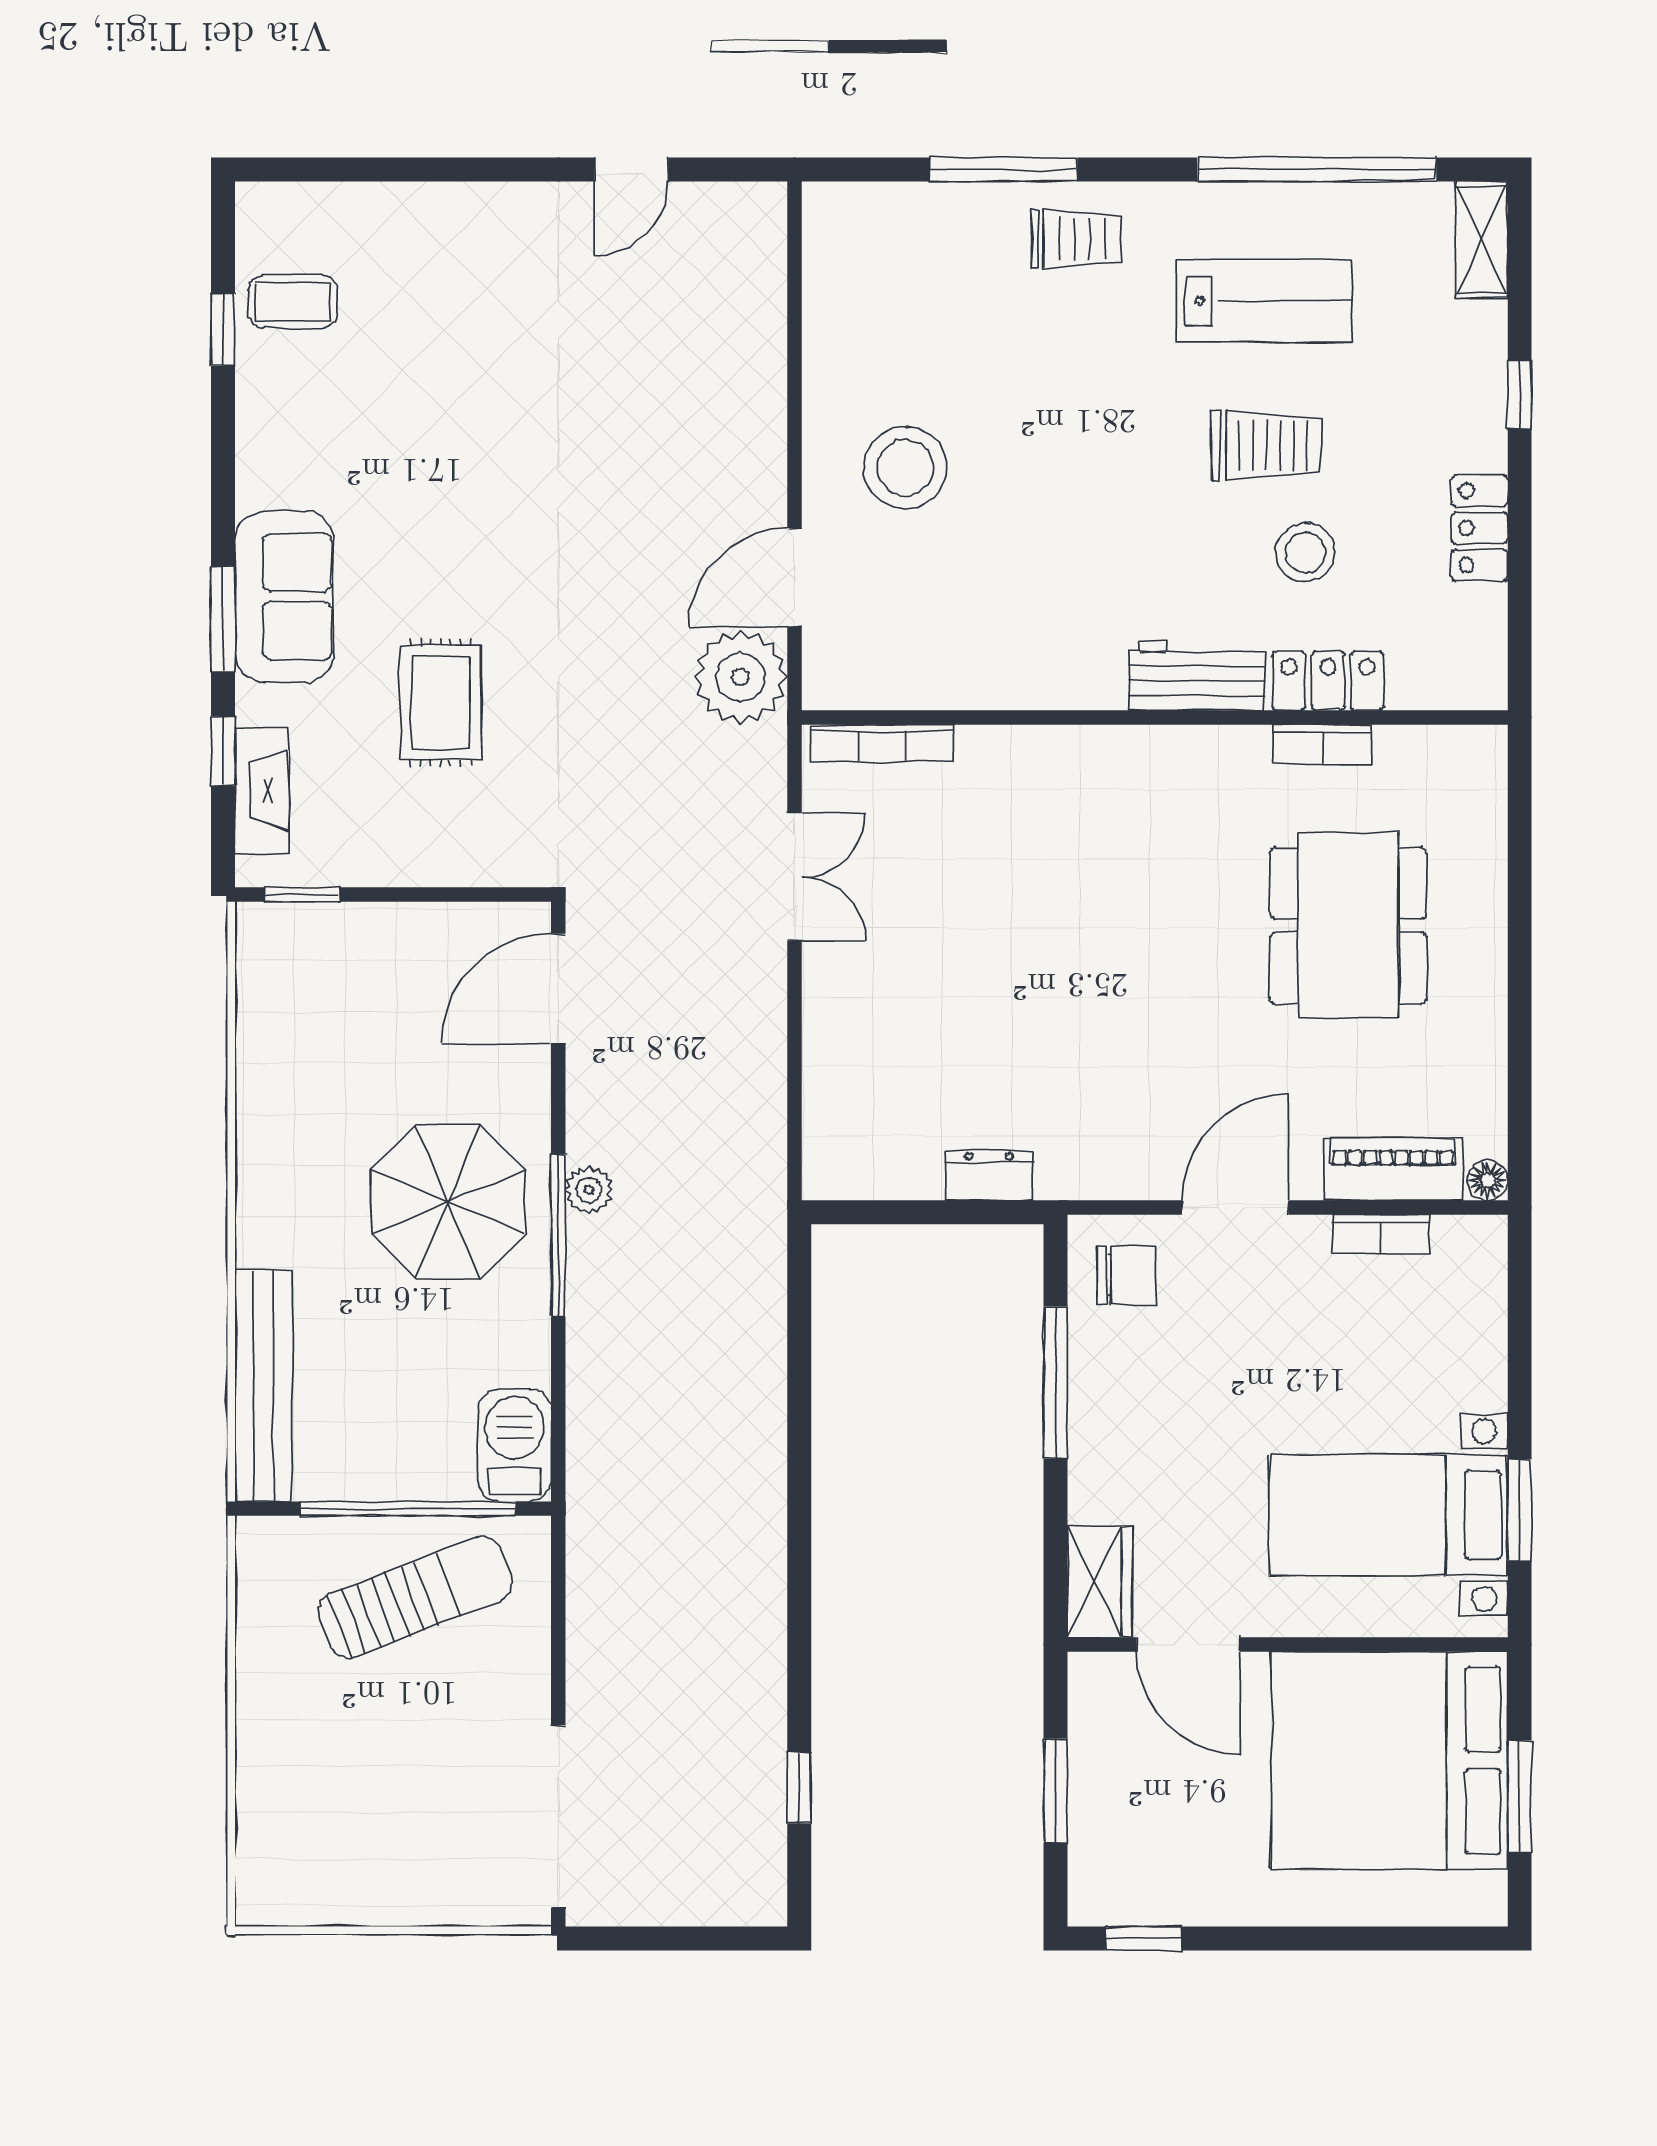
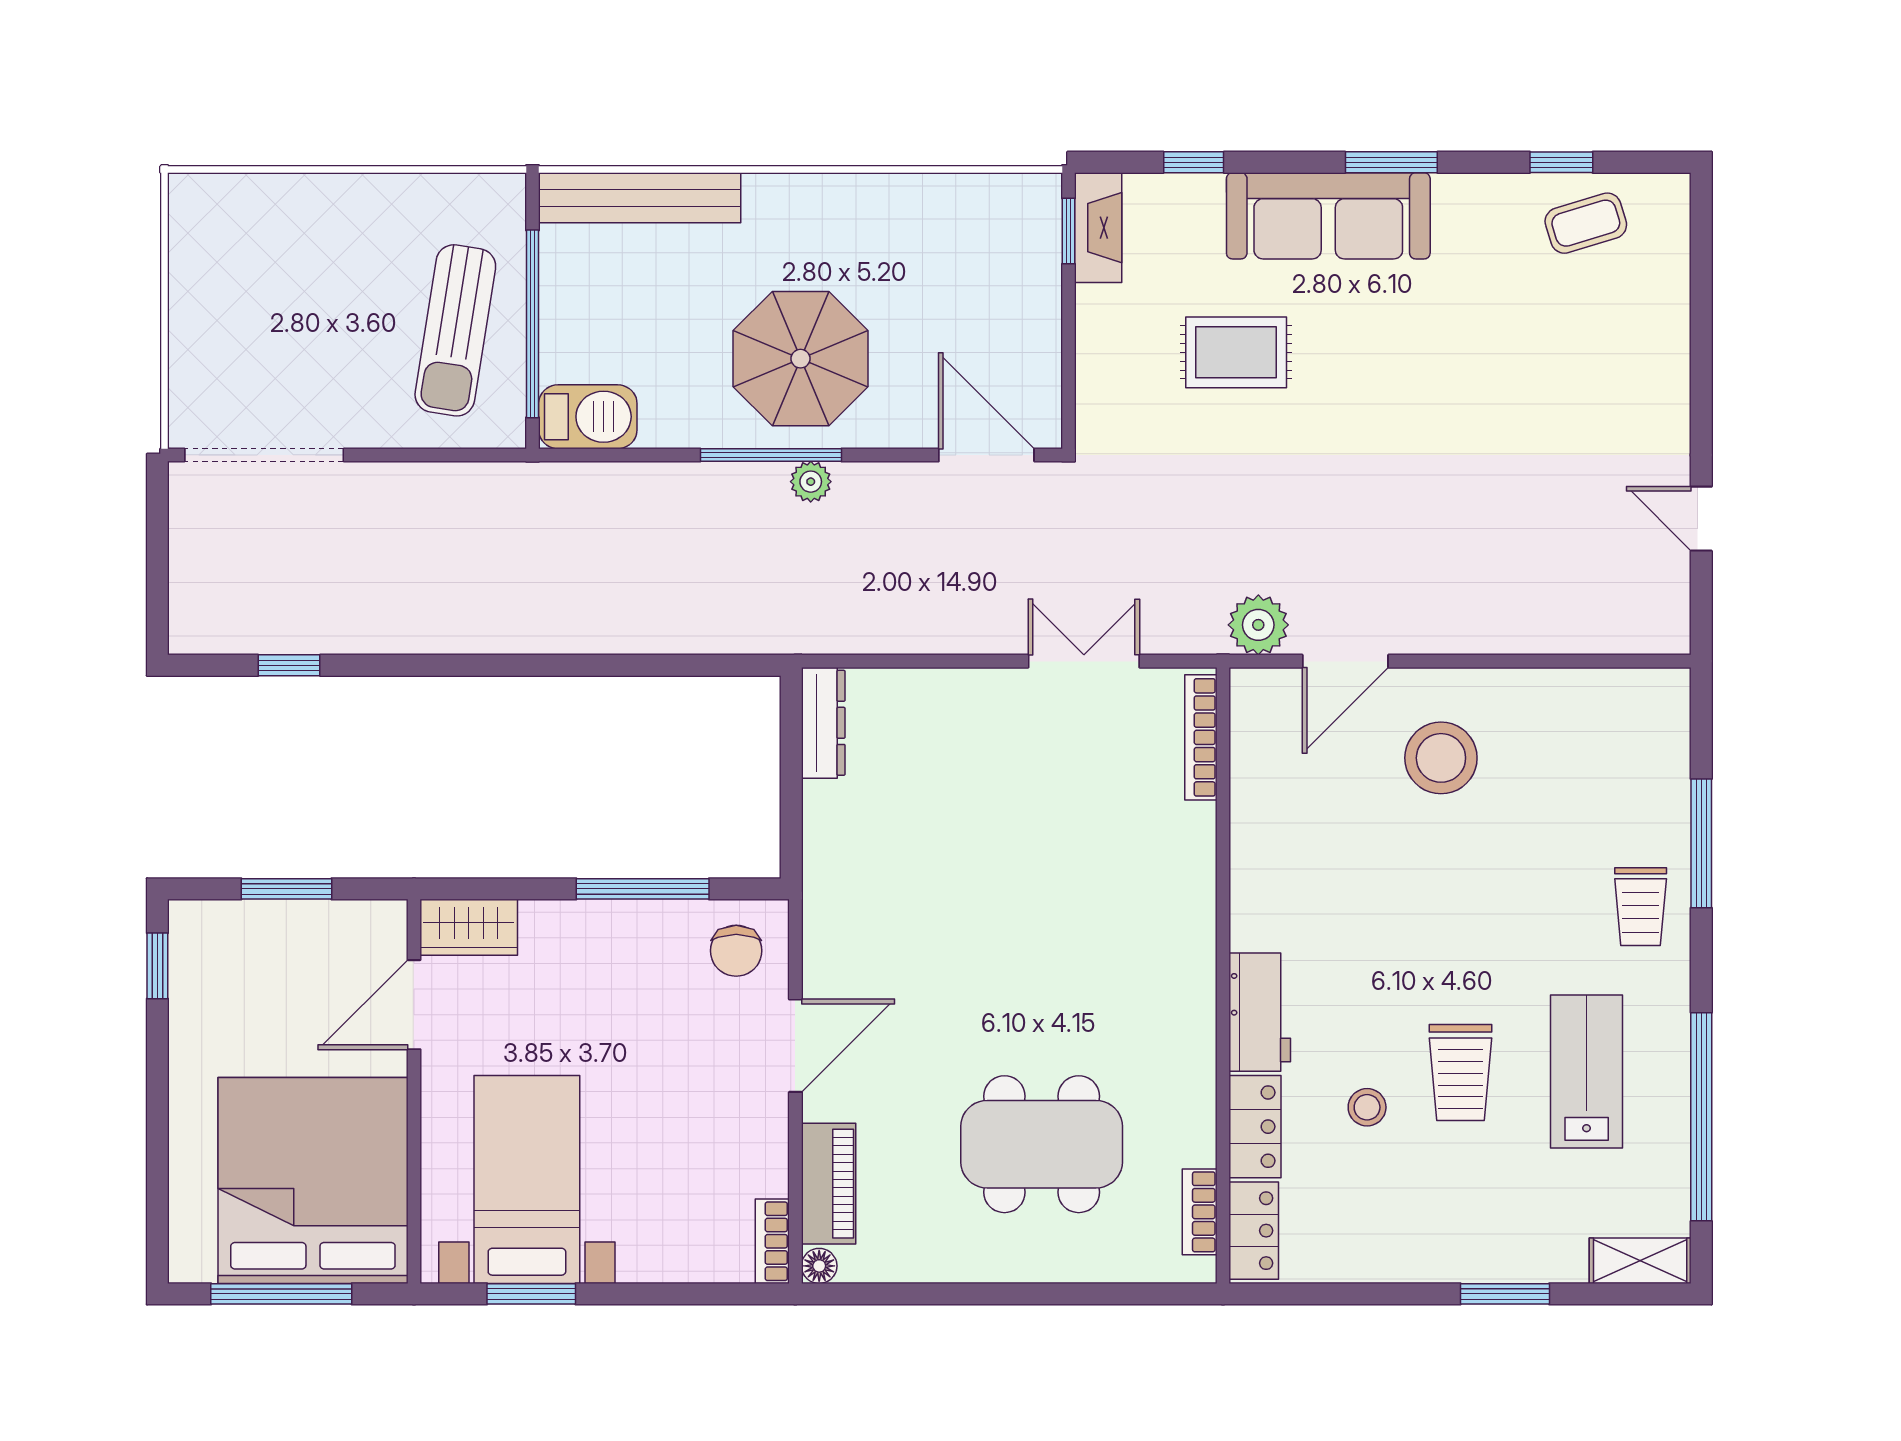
lab bench: (1265, 301) -> (1587, 1071), turned 180
coffee table: (293, 302) -> (1586, 223), turned 73
window: (1520, 394) -> (1505, 1294), width x1.50
locker: (1480, 528) -> (1254, 1231), moved, turned 90
stool: (1306, 552) -> (1367, 1107), width x0.73, depth x0.73
door: (795, 577) -> (1345, 661), swing flipped
sofa: (284, 597) -> (1328, 216), width x1.36
window: (223, 619) -> (1391, 162), moved
plant: (741, 677) -> (1258, 625), width x0.73, depth x0.73
bookcase: (1322, 744) -> (1200, 1212), moved
fireplace: (262, 790) -> (1098, 228), moved, turned -90
double door: (795, 877) -> (1084, 661), swing flipped
dresser: (989, 1176) -> (823, 723), moved, width x1.44
door: (1235, 1208) -> (795, 1046), hinge flipped
bookcase: (1381, 1234) -> (772, 1241), moved
sun lounger: (416, 1597) -> (455, 330), turned 30
window: (1520, 1796) -> (281, 1294), width x1.44

